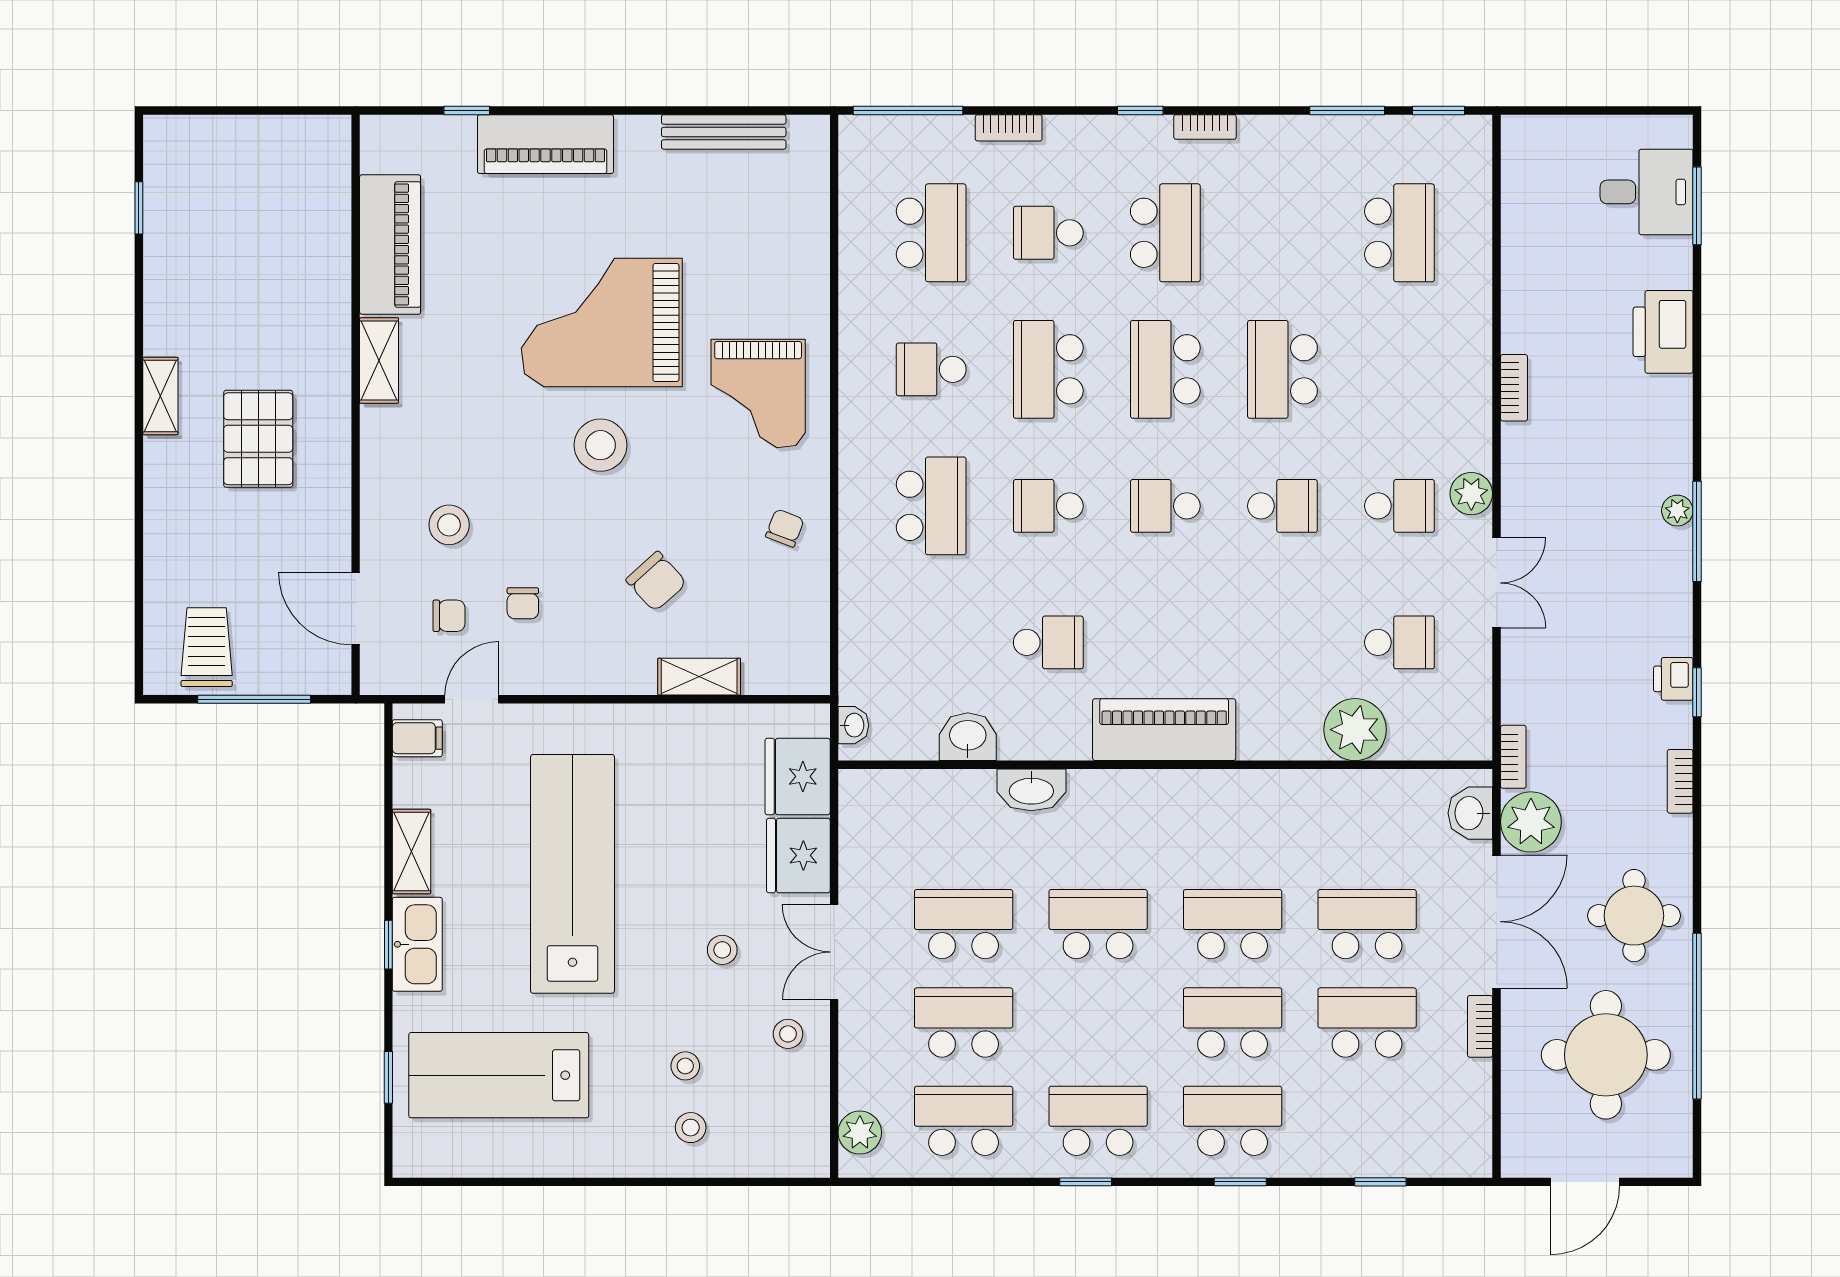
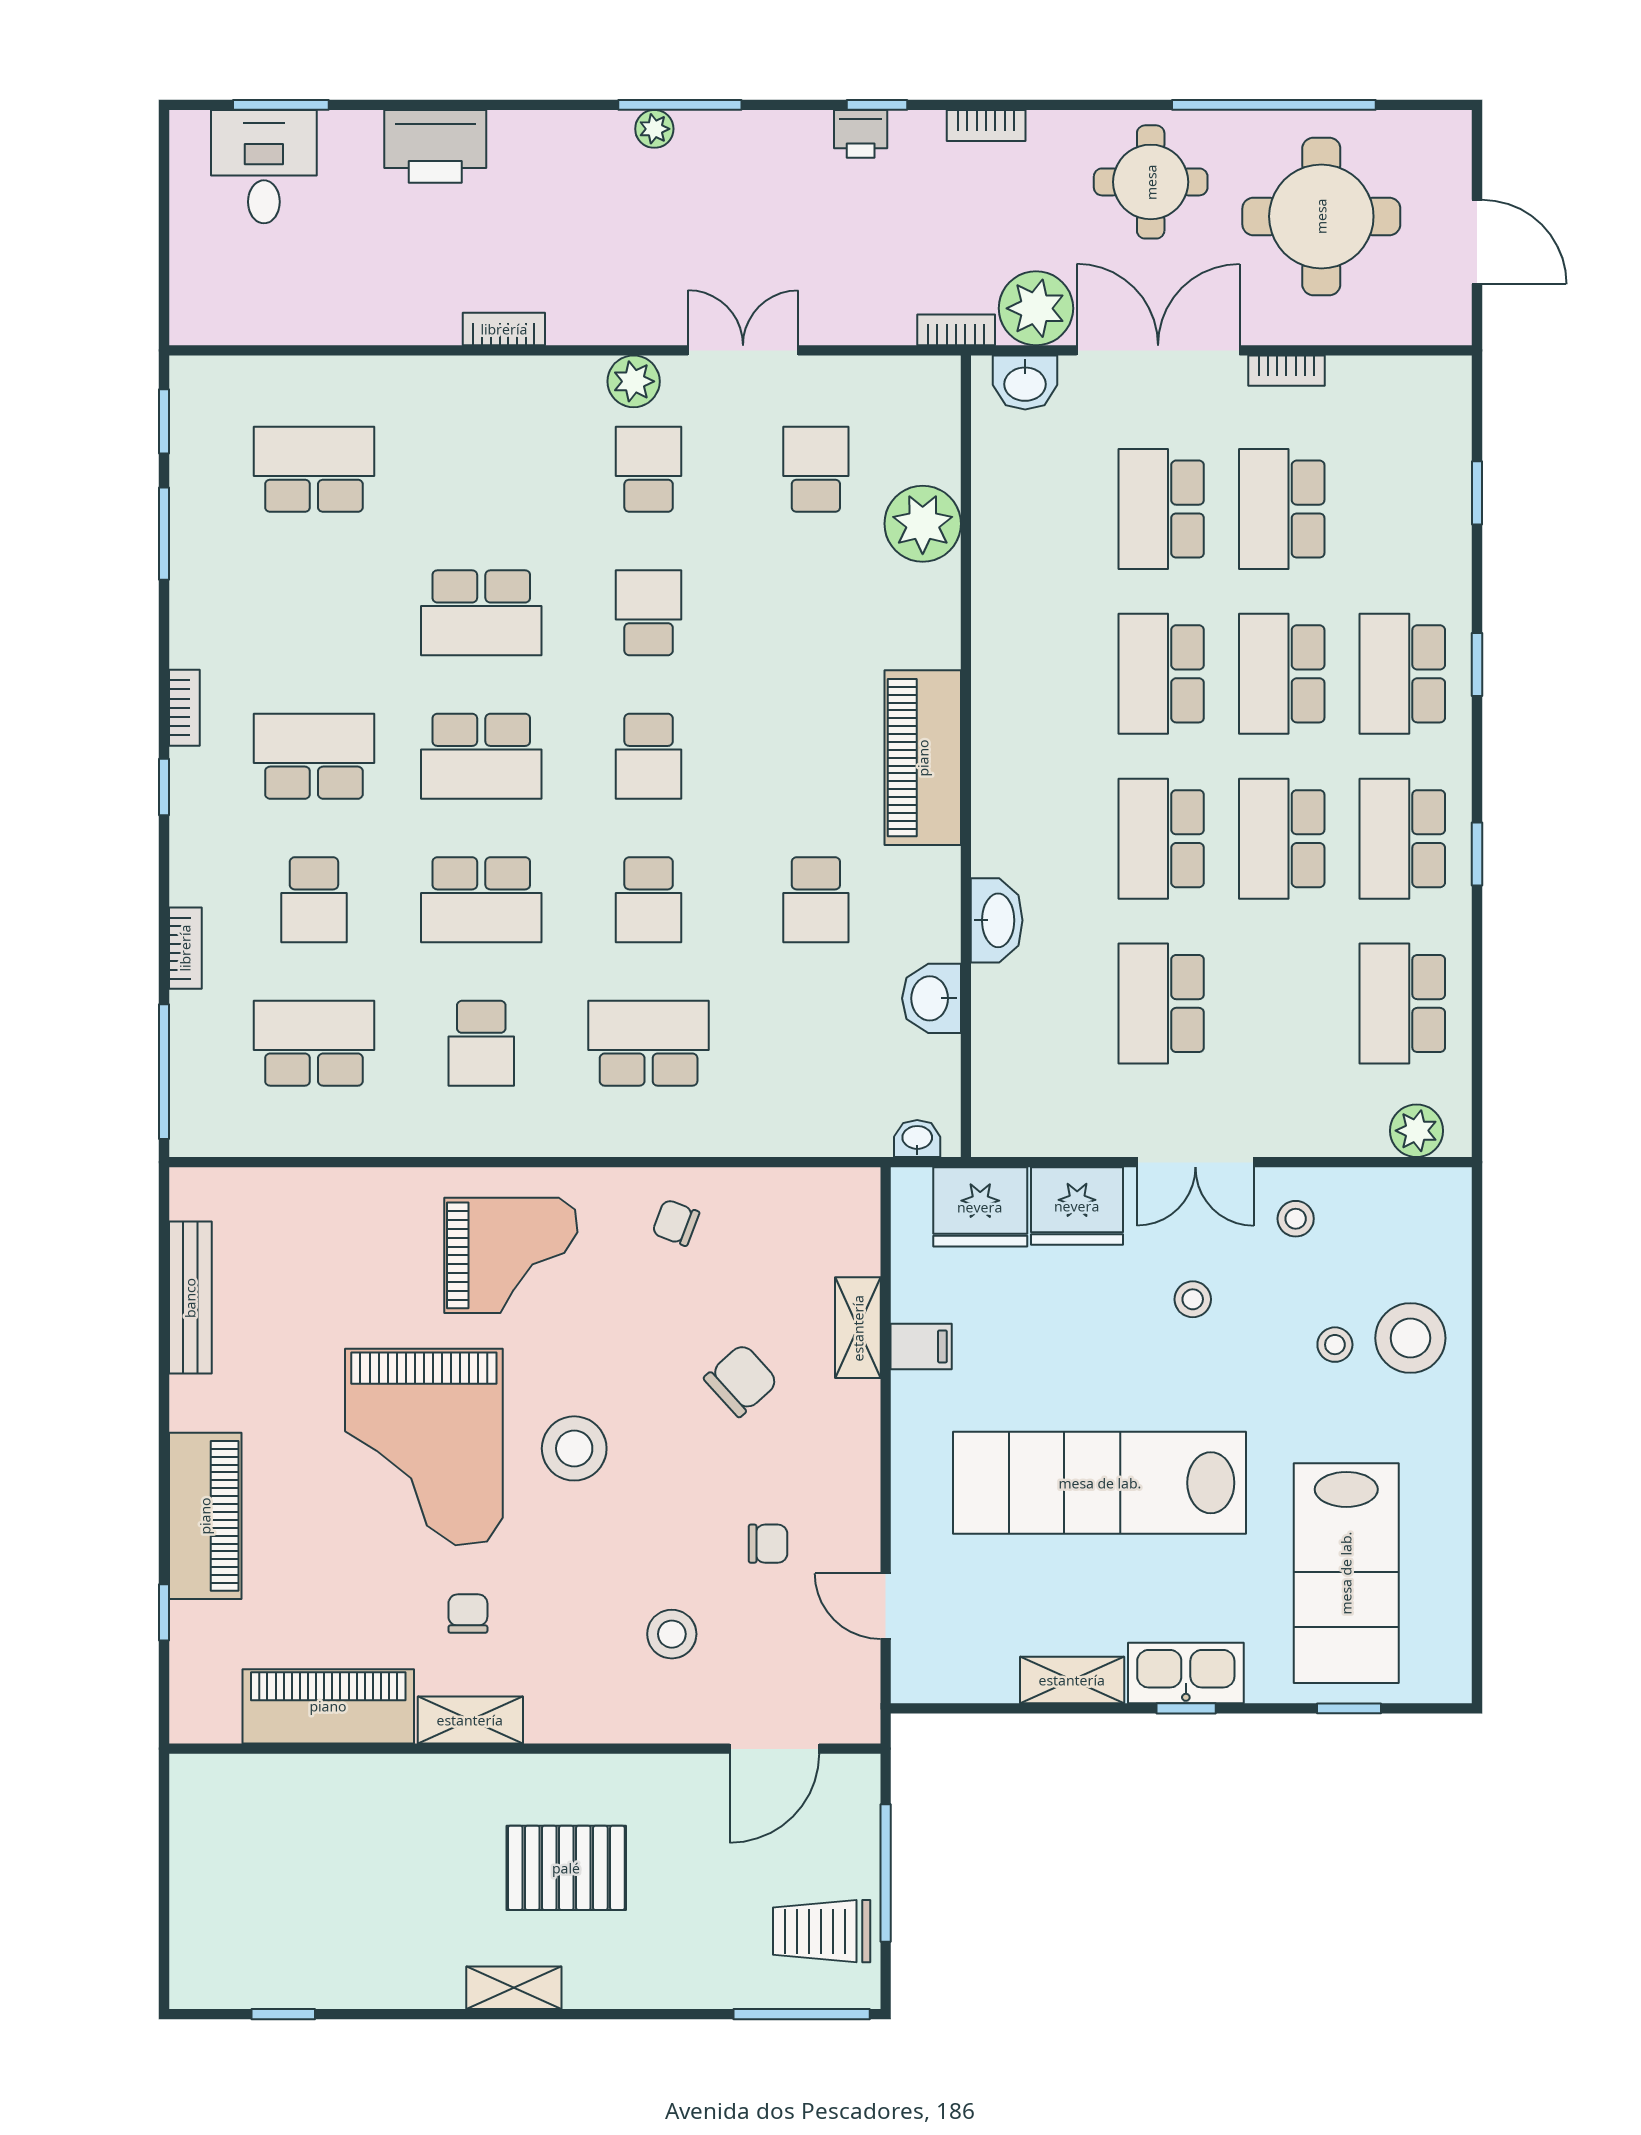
chair: (449, 616) -> (468, 1614), moved
window: (139, 631) -> (802, 2014), added
school desk: (1048, 642) -> (816, 900), turned 180
filing cabinet: (417, 738) -> (921, 1346), moved, turned 90
school desk: (964, 1022) -> (1282, 839), moved
stool: (691, 1128) -> (1410, 1338), width x1.89, depth x1.89

